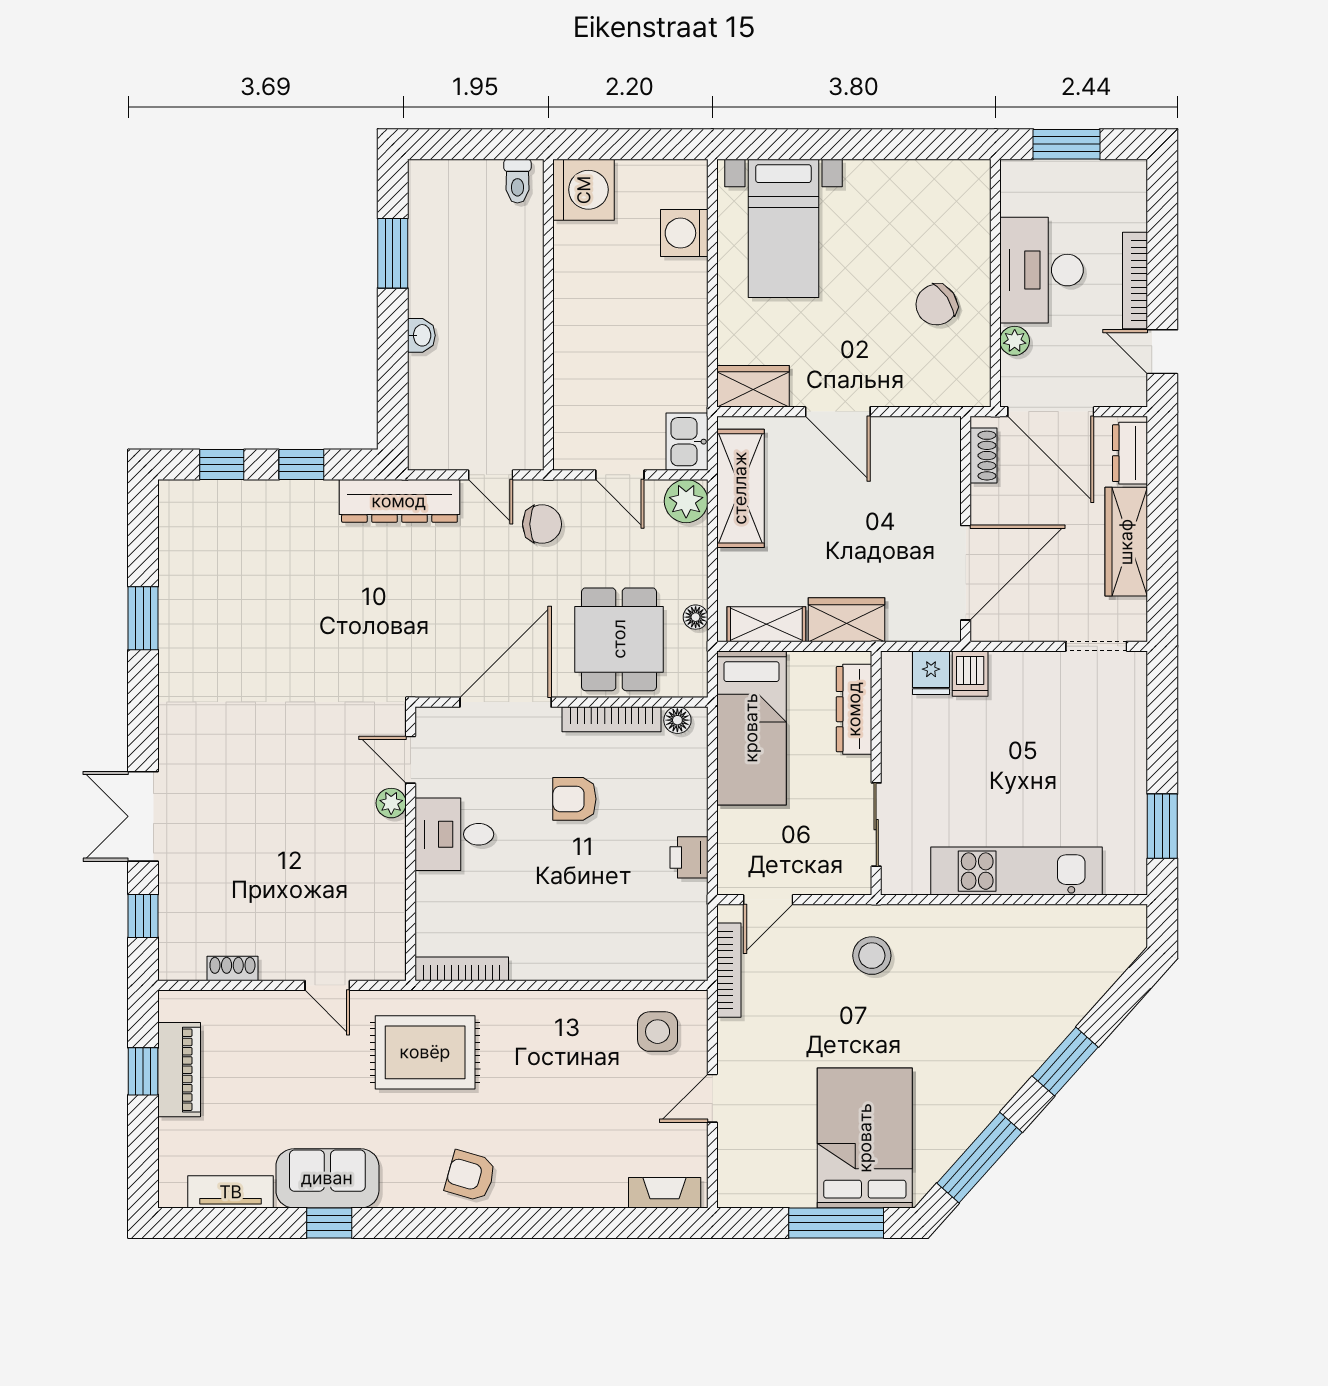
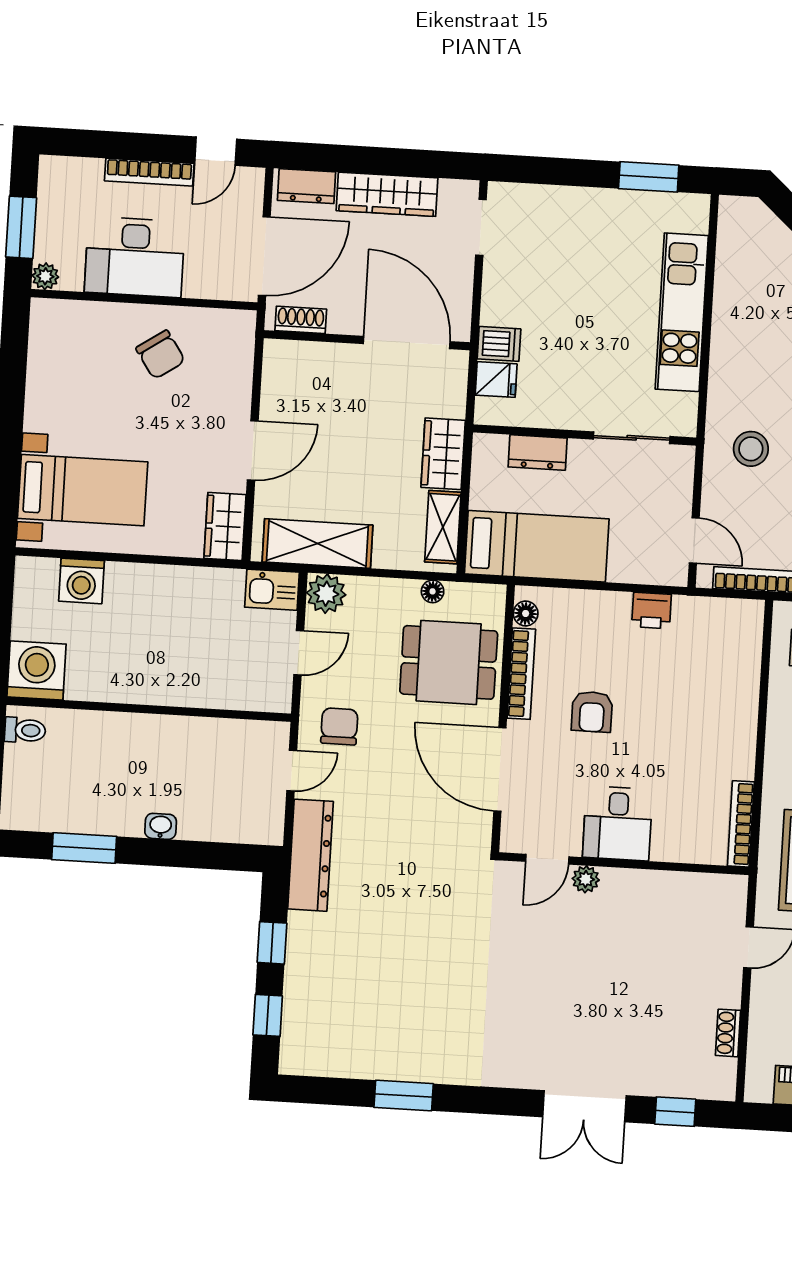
plant: (1015, 341) -> (45, 276), moved
dresser: (854, 709) -> (538, 452), width x0.70

